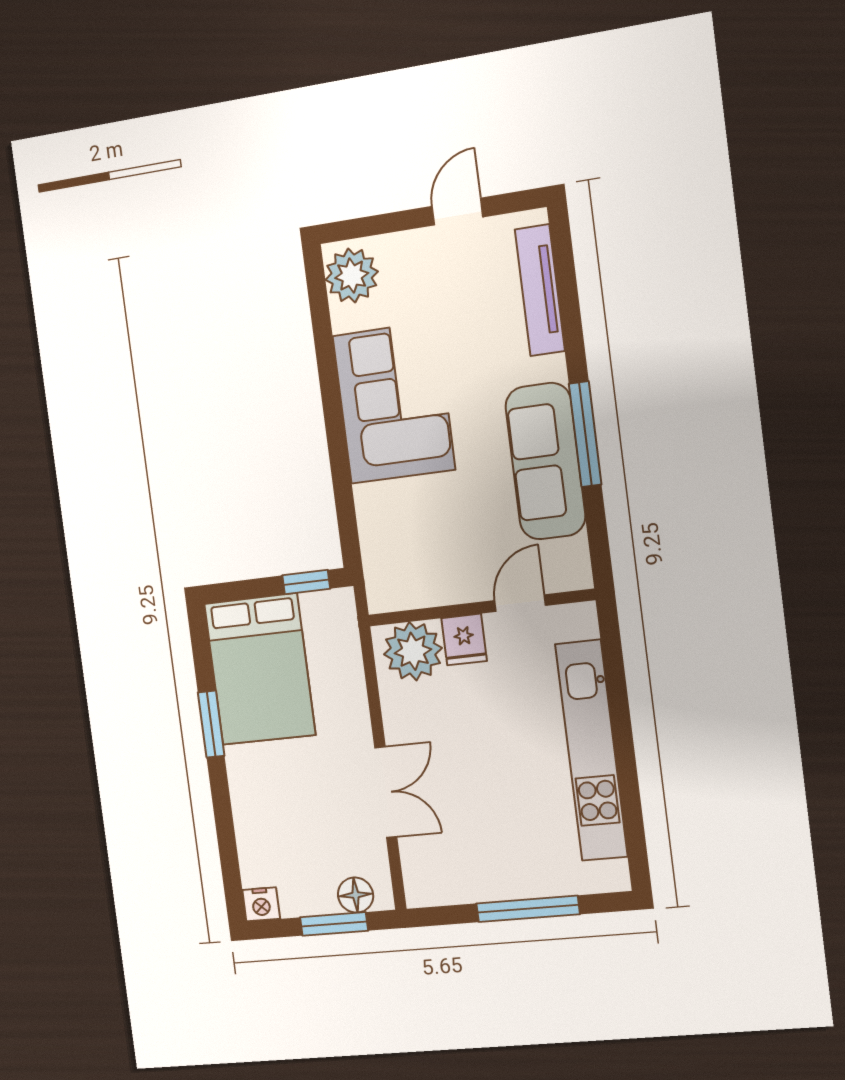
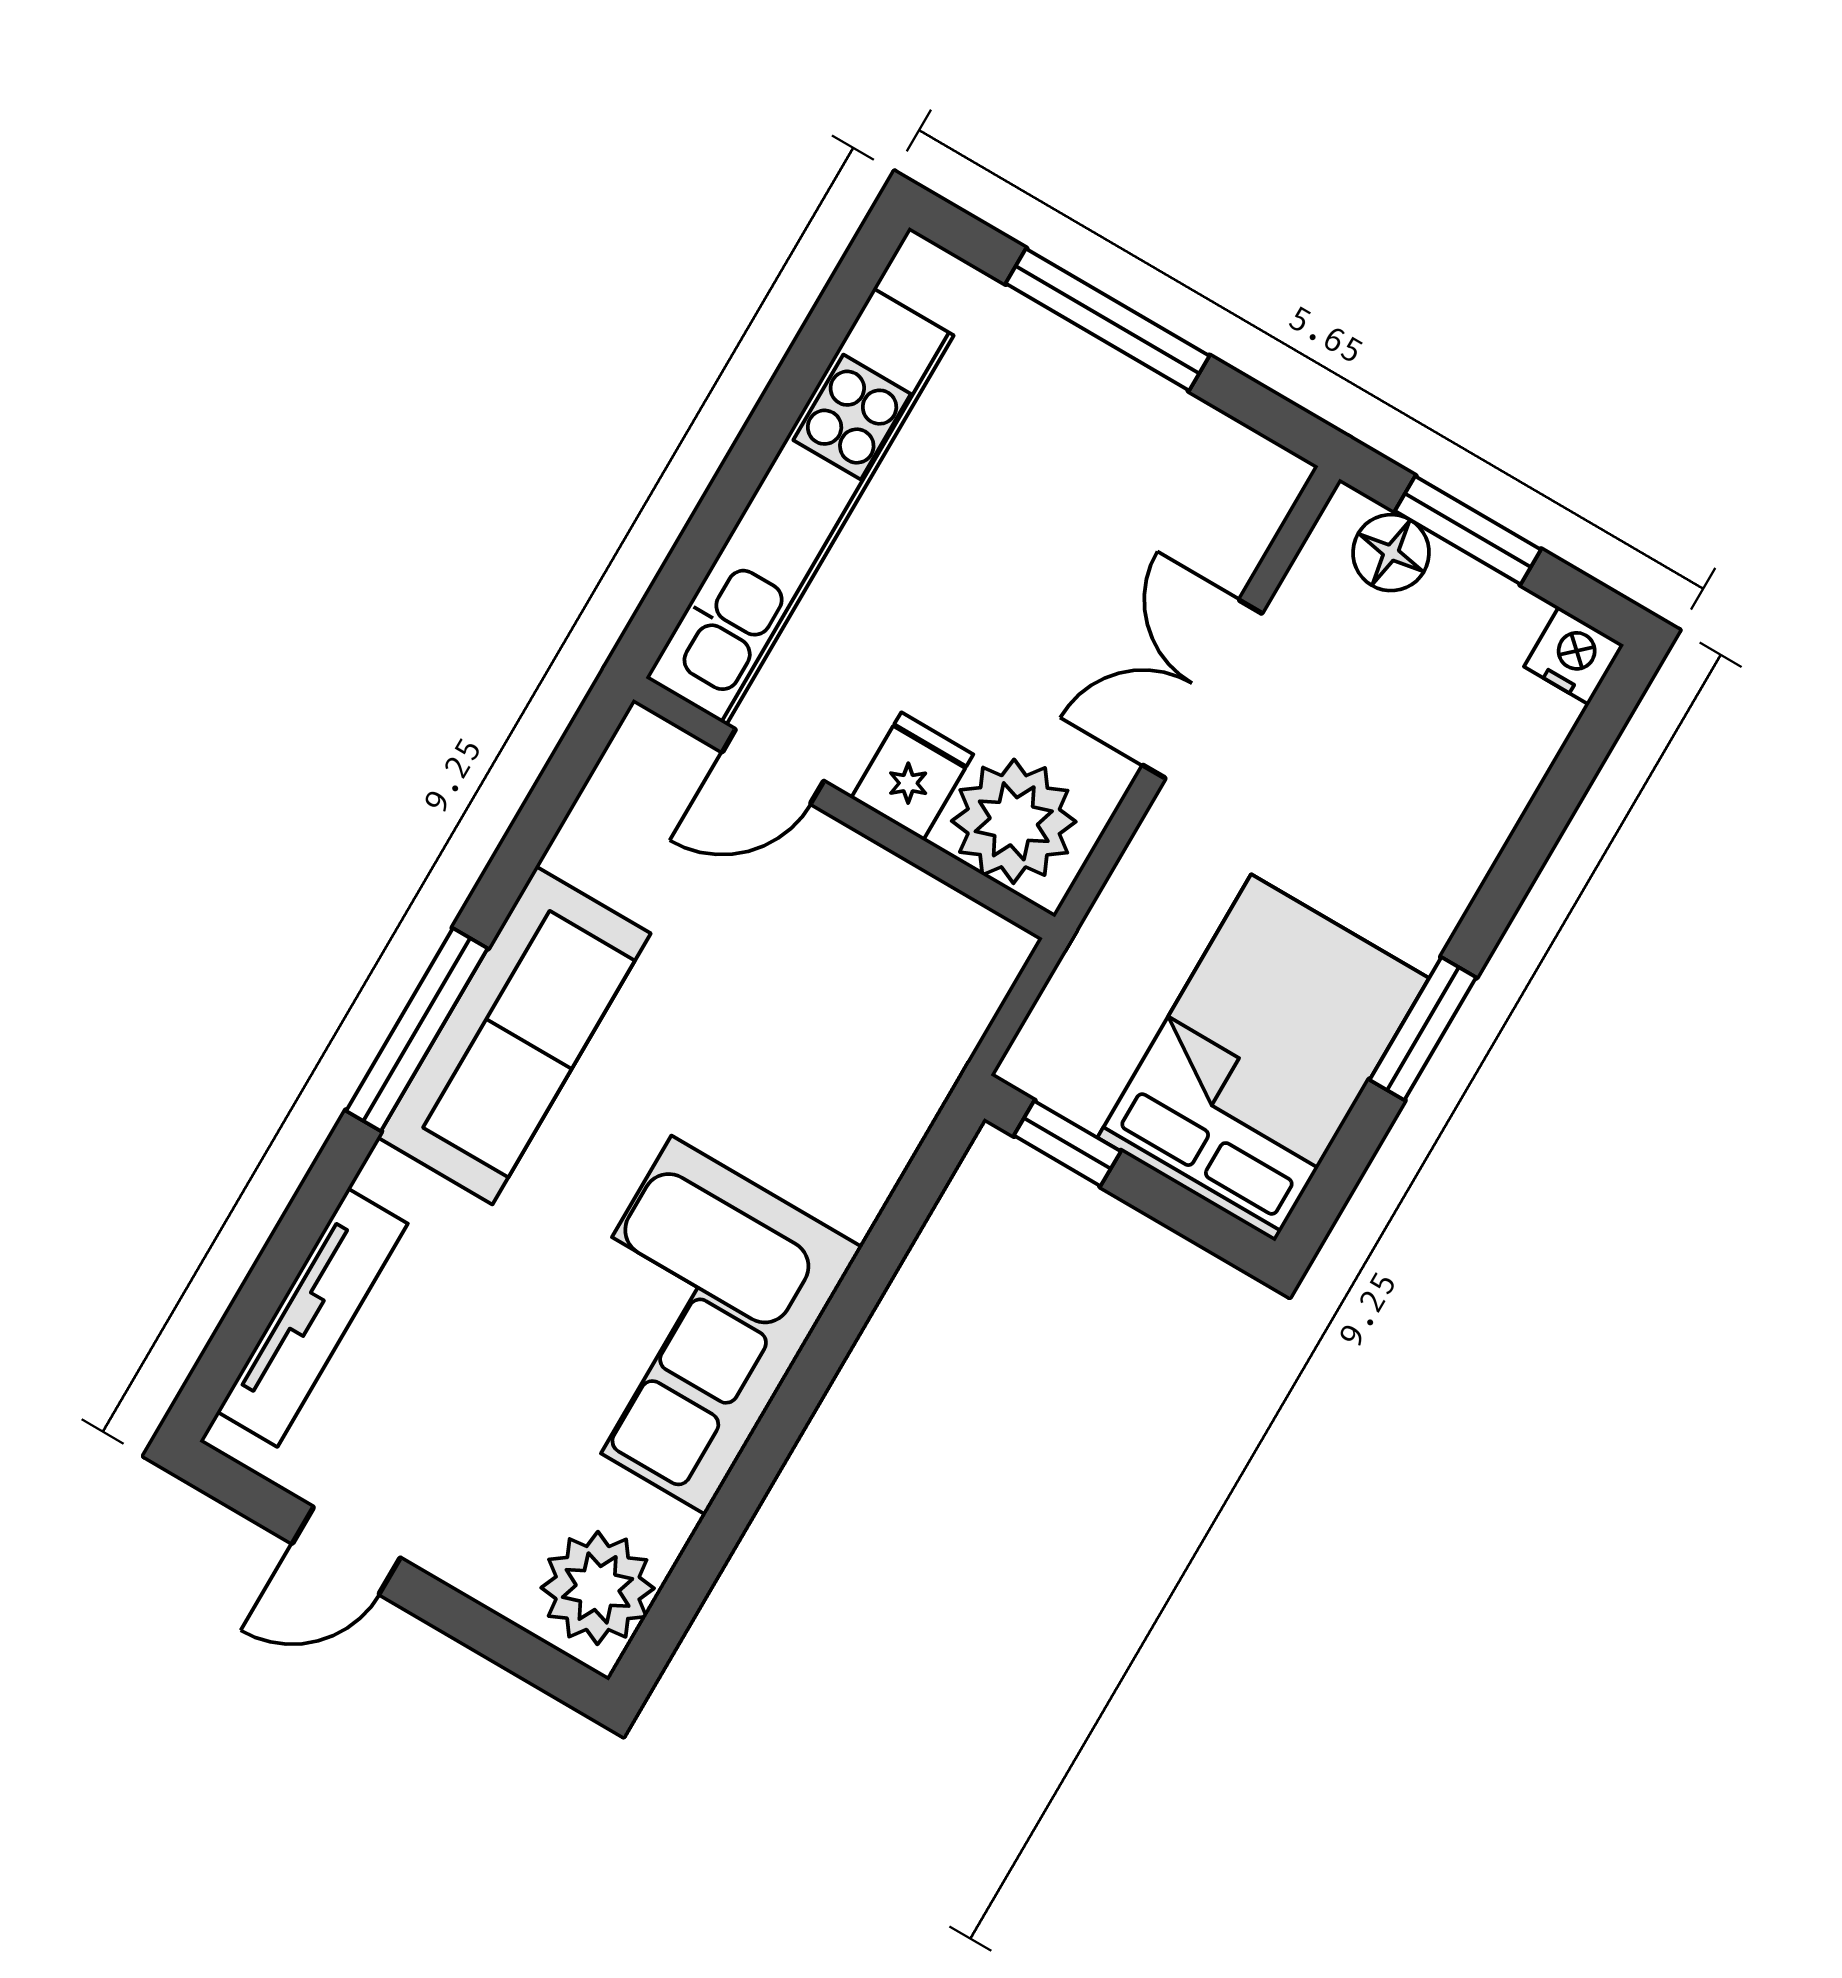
door: (520, 603) -> (773, 767), moved
wall: (481, 608) -> (844, 808), moved
fridge: (464, 640) -> (912, 776), moved
plant: (413, 651) -> (1014, 821), moved

